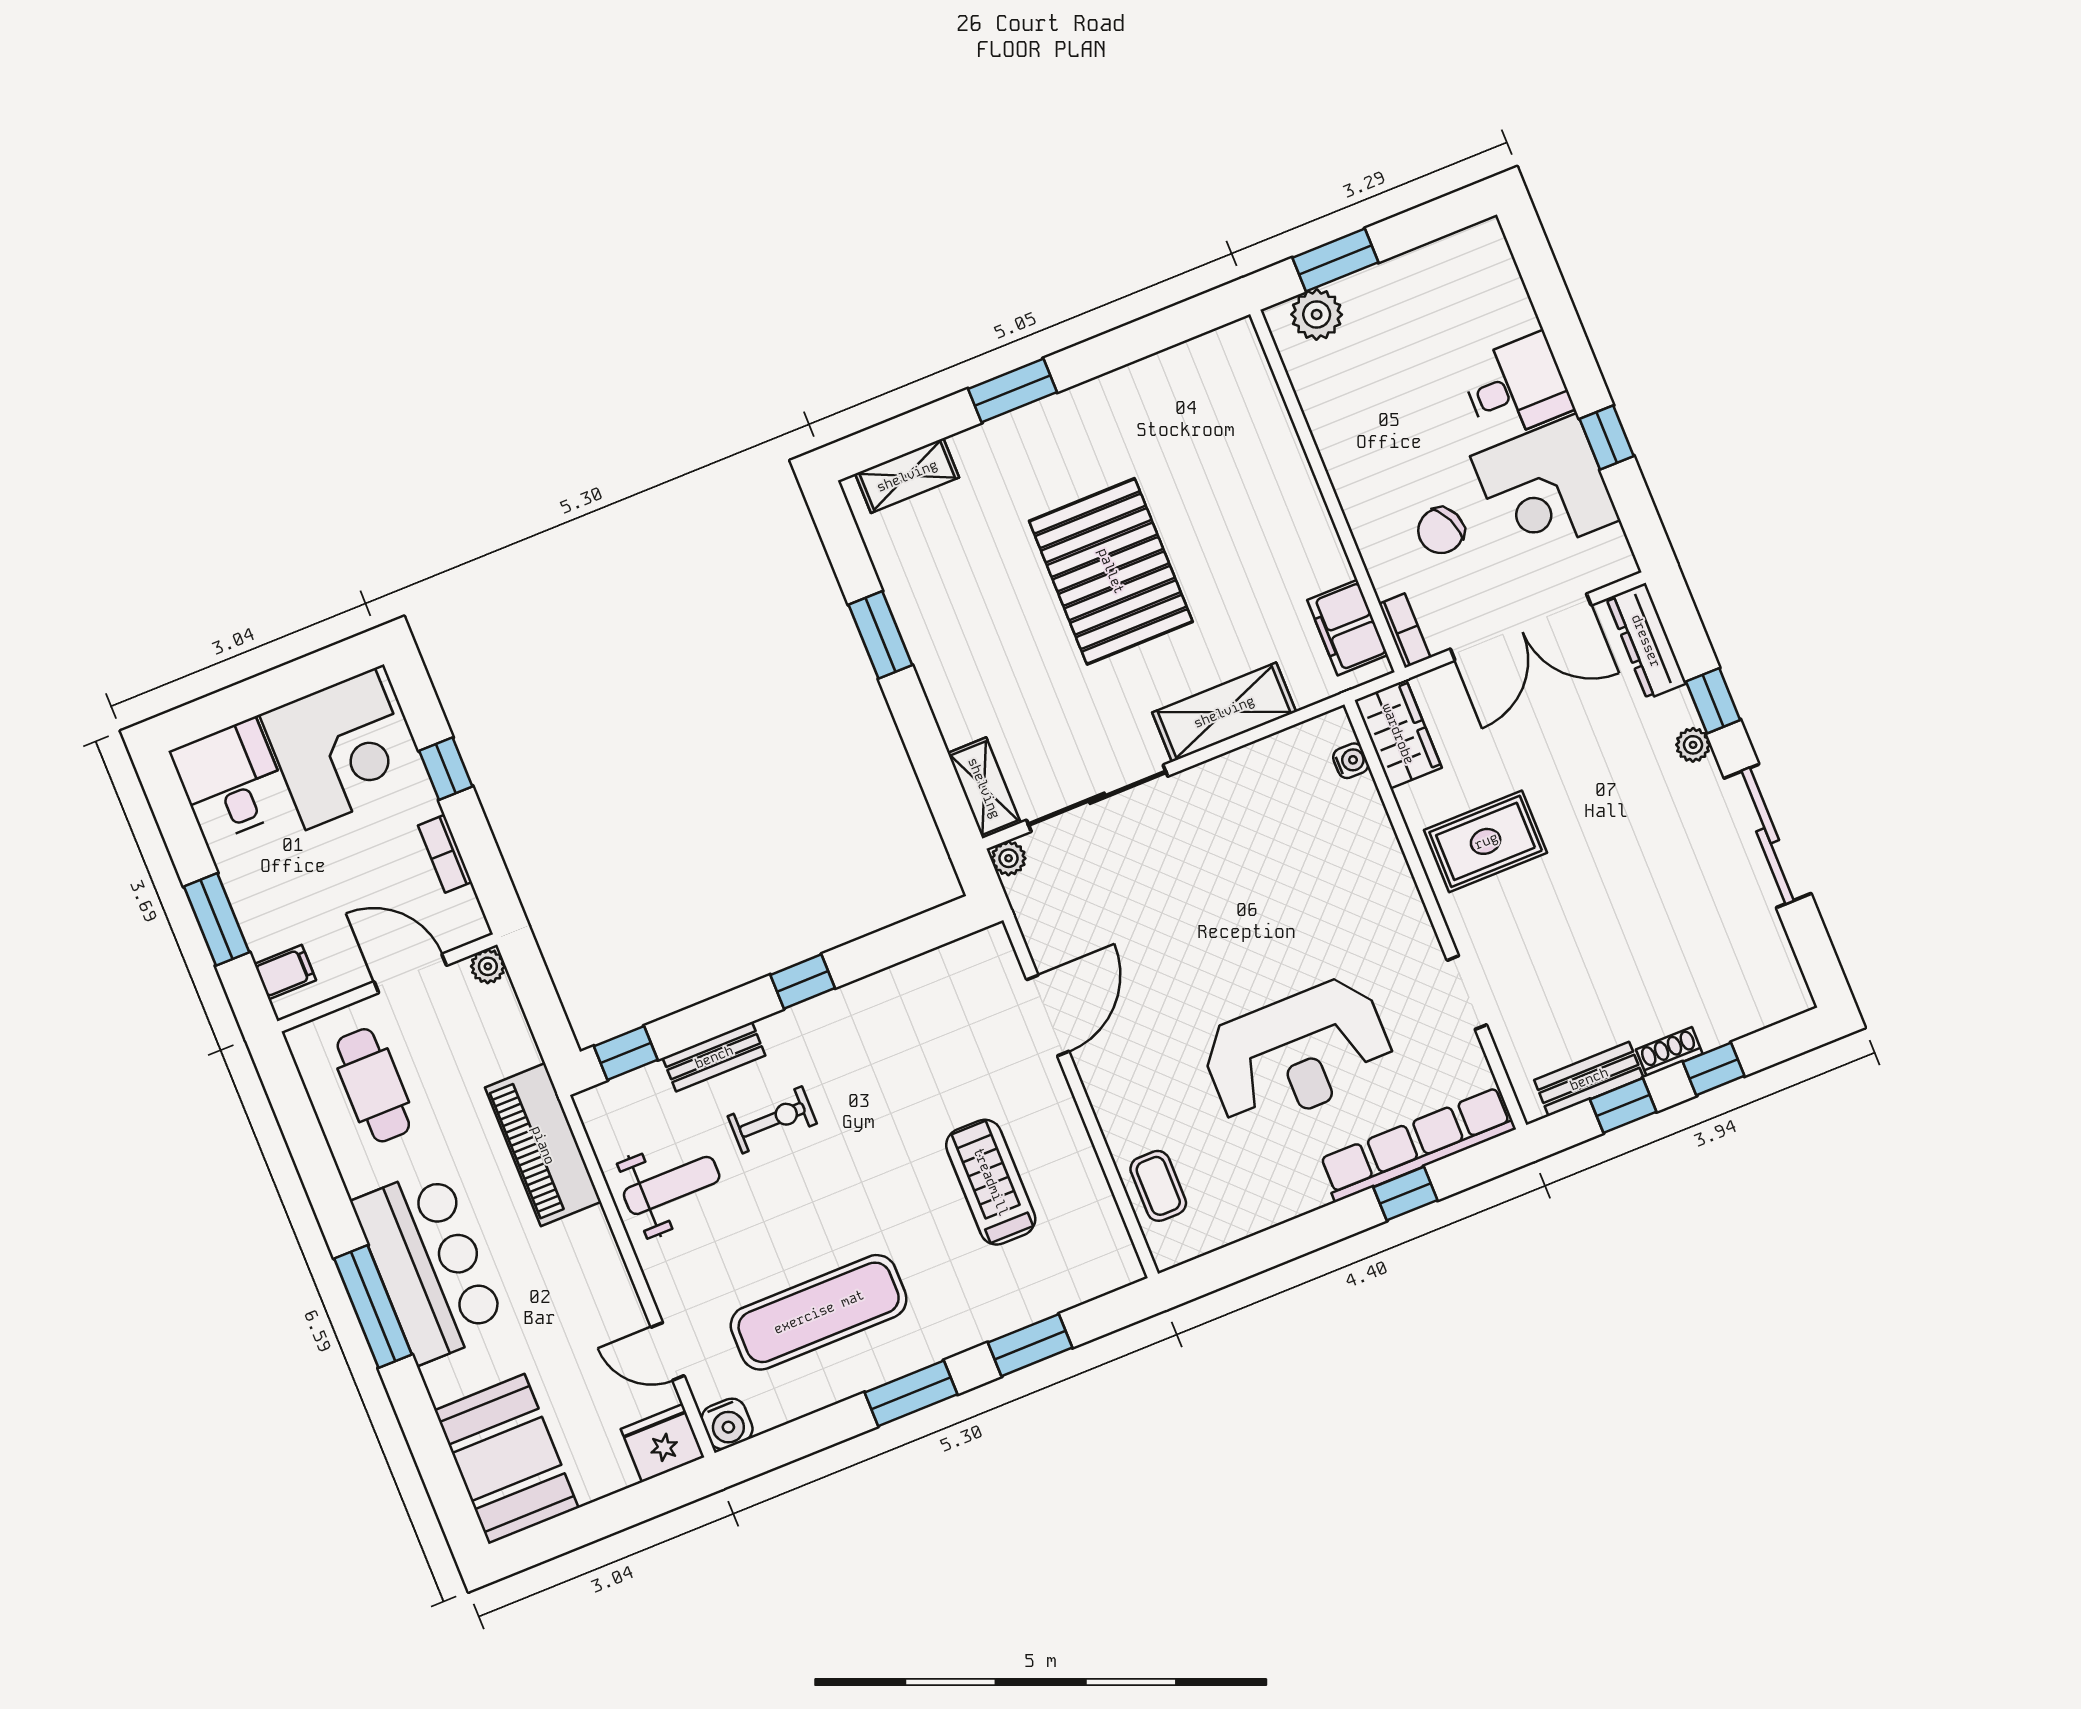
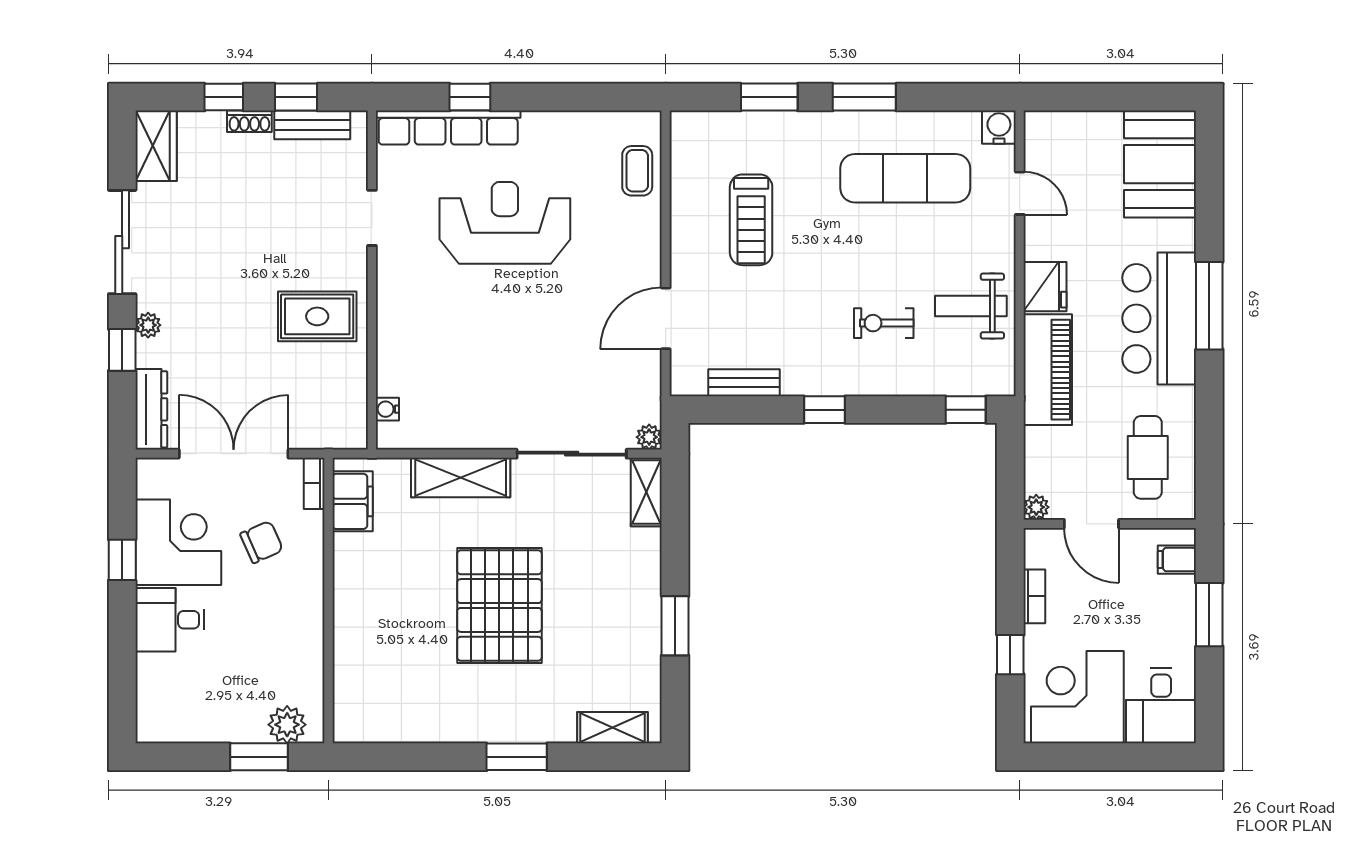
wardrobe: (1398, 734) -> (156, 146), moved, turned 180
bench: (714, 1057) -> (744, 383), moved
fridge: (662, 1443) -> (1045, 287), moved, turned -90

